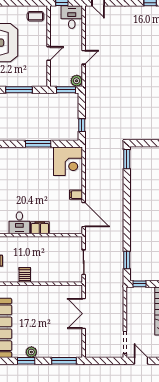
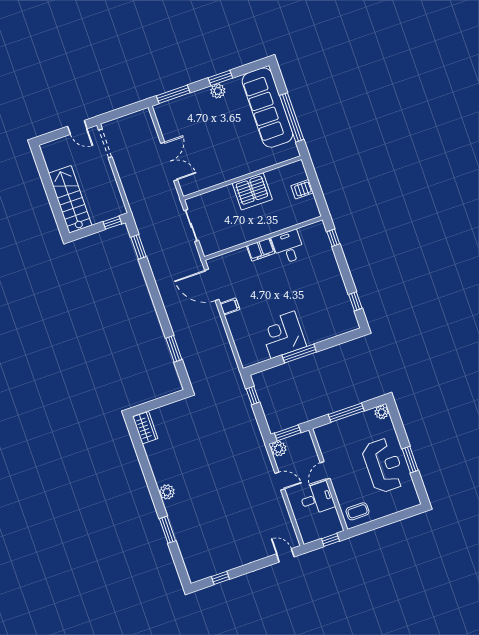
desk: (72, 17) -> (317, 498), moved, turned -90
door: (84, 57) -> (280, 481), swing flipped
window: (127, 159) -> (174, 349), moved
corner desk: (68, 161) -> (283, 335), moved
server rack: (25, 275) -> (252, 191), width x2.18, depth x1.44

